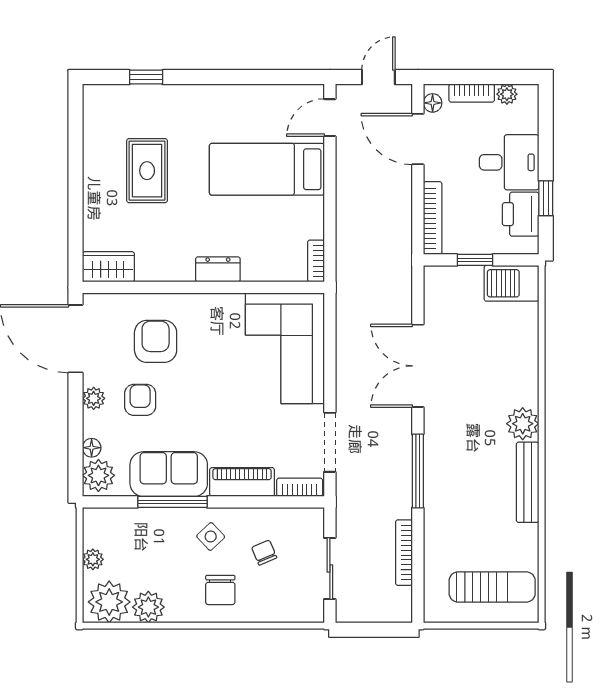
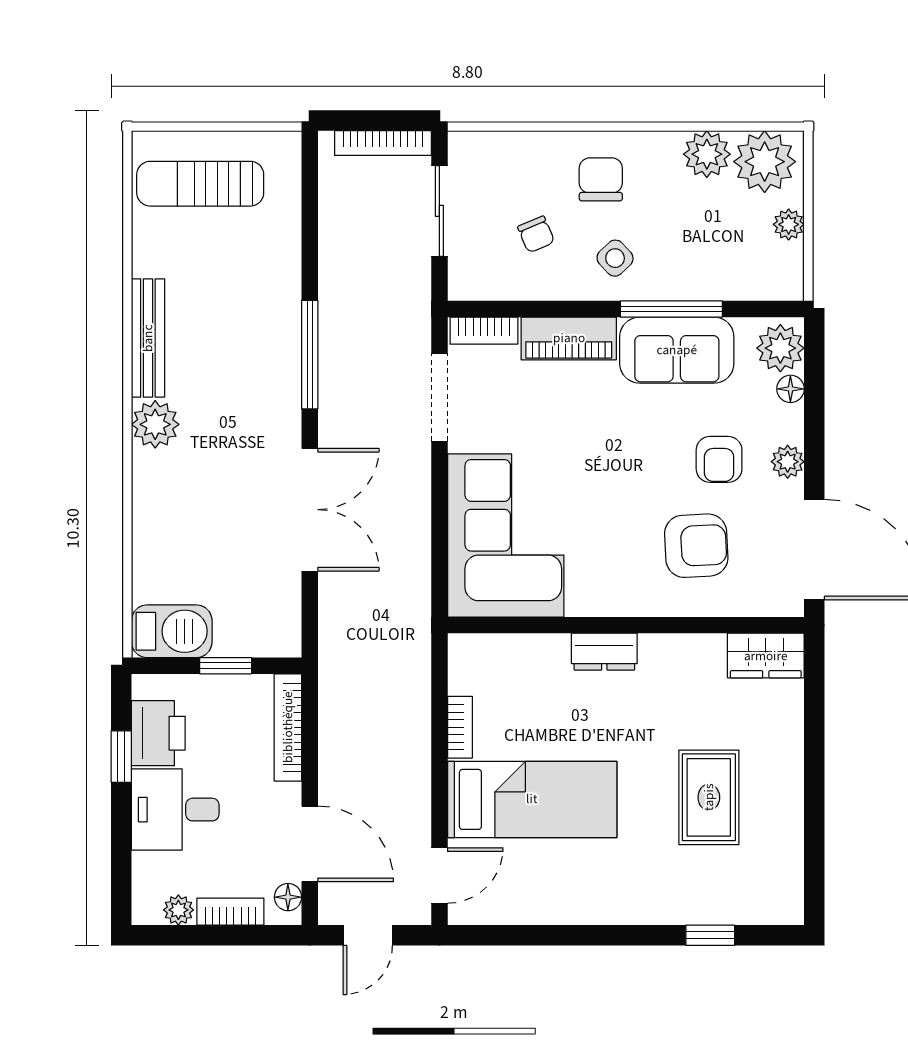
bookcase: (316, 261) -> (460, 727), moved
armchair: (156, 341) -> (696, 546), turned -93
bookcase: (404, 553) -> (383, 143), moved, turned 90

